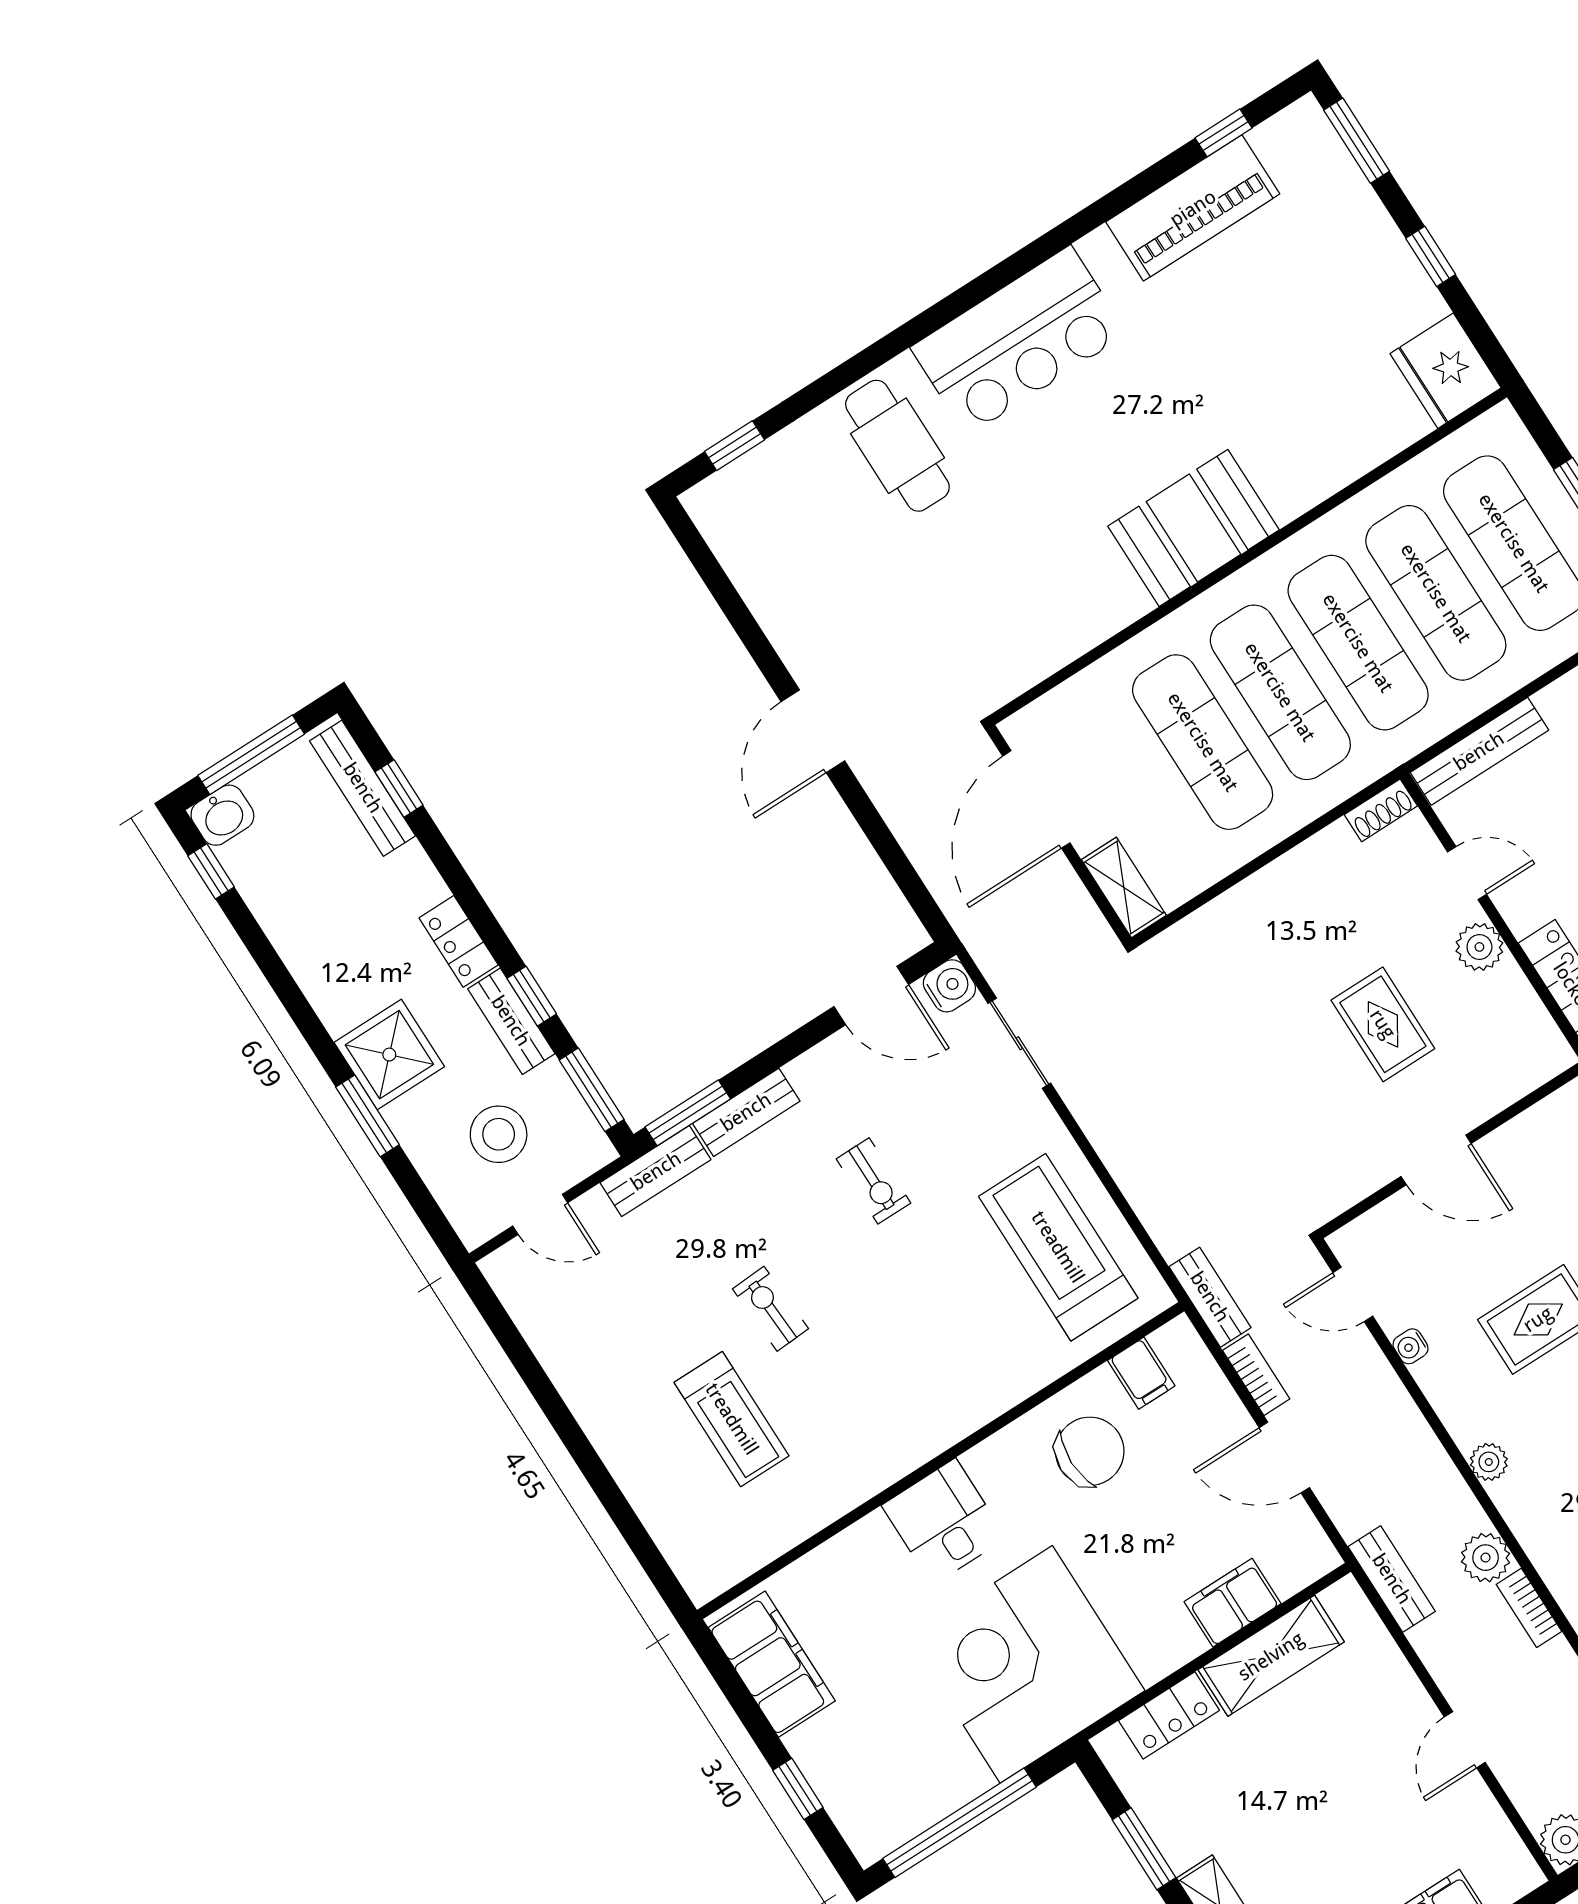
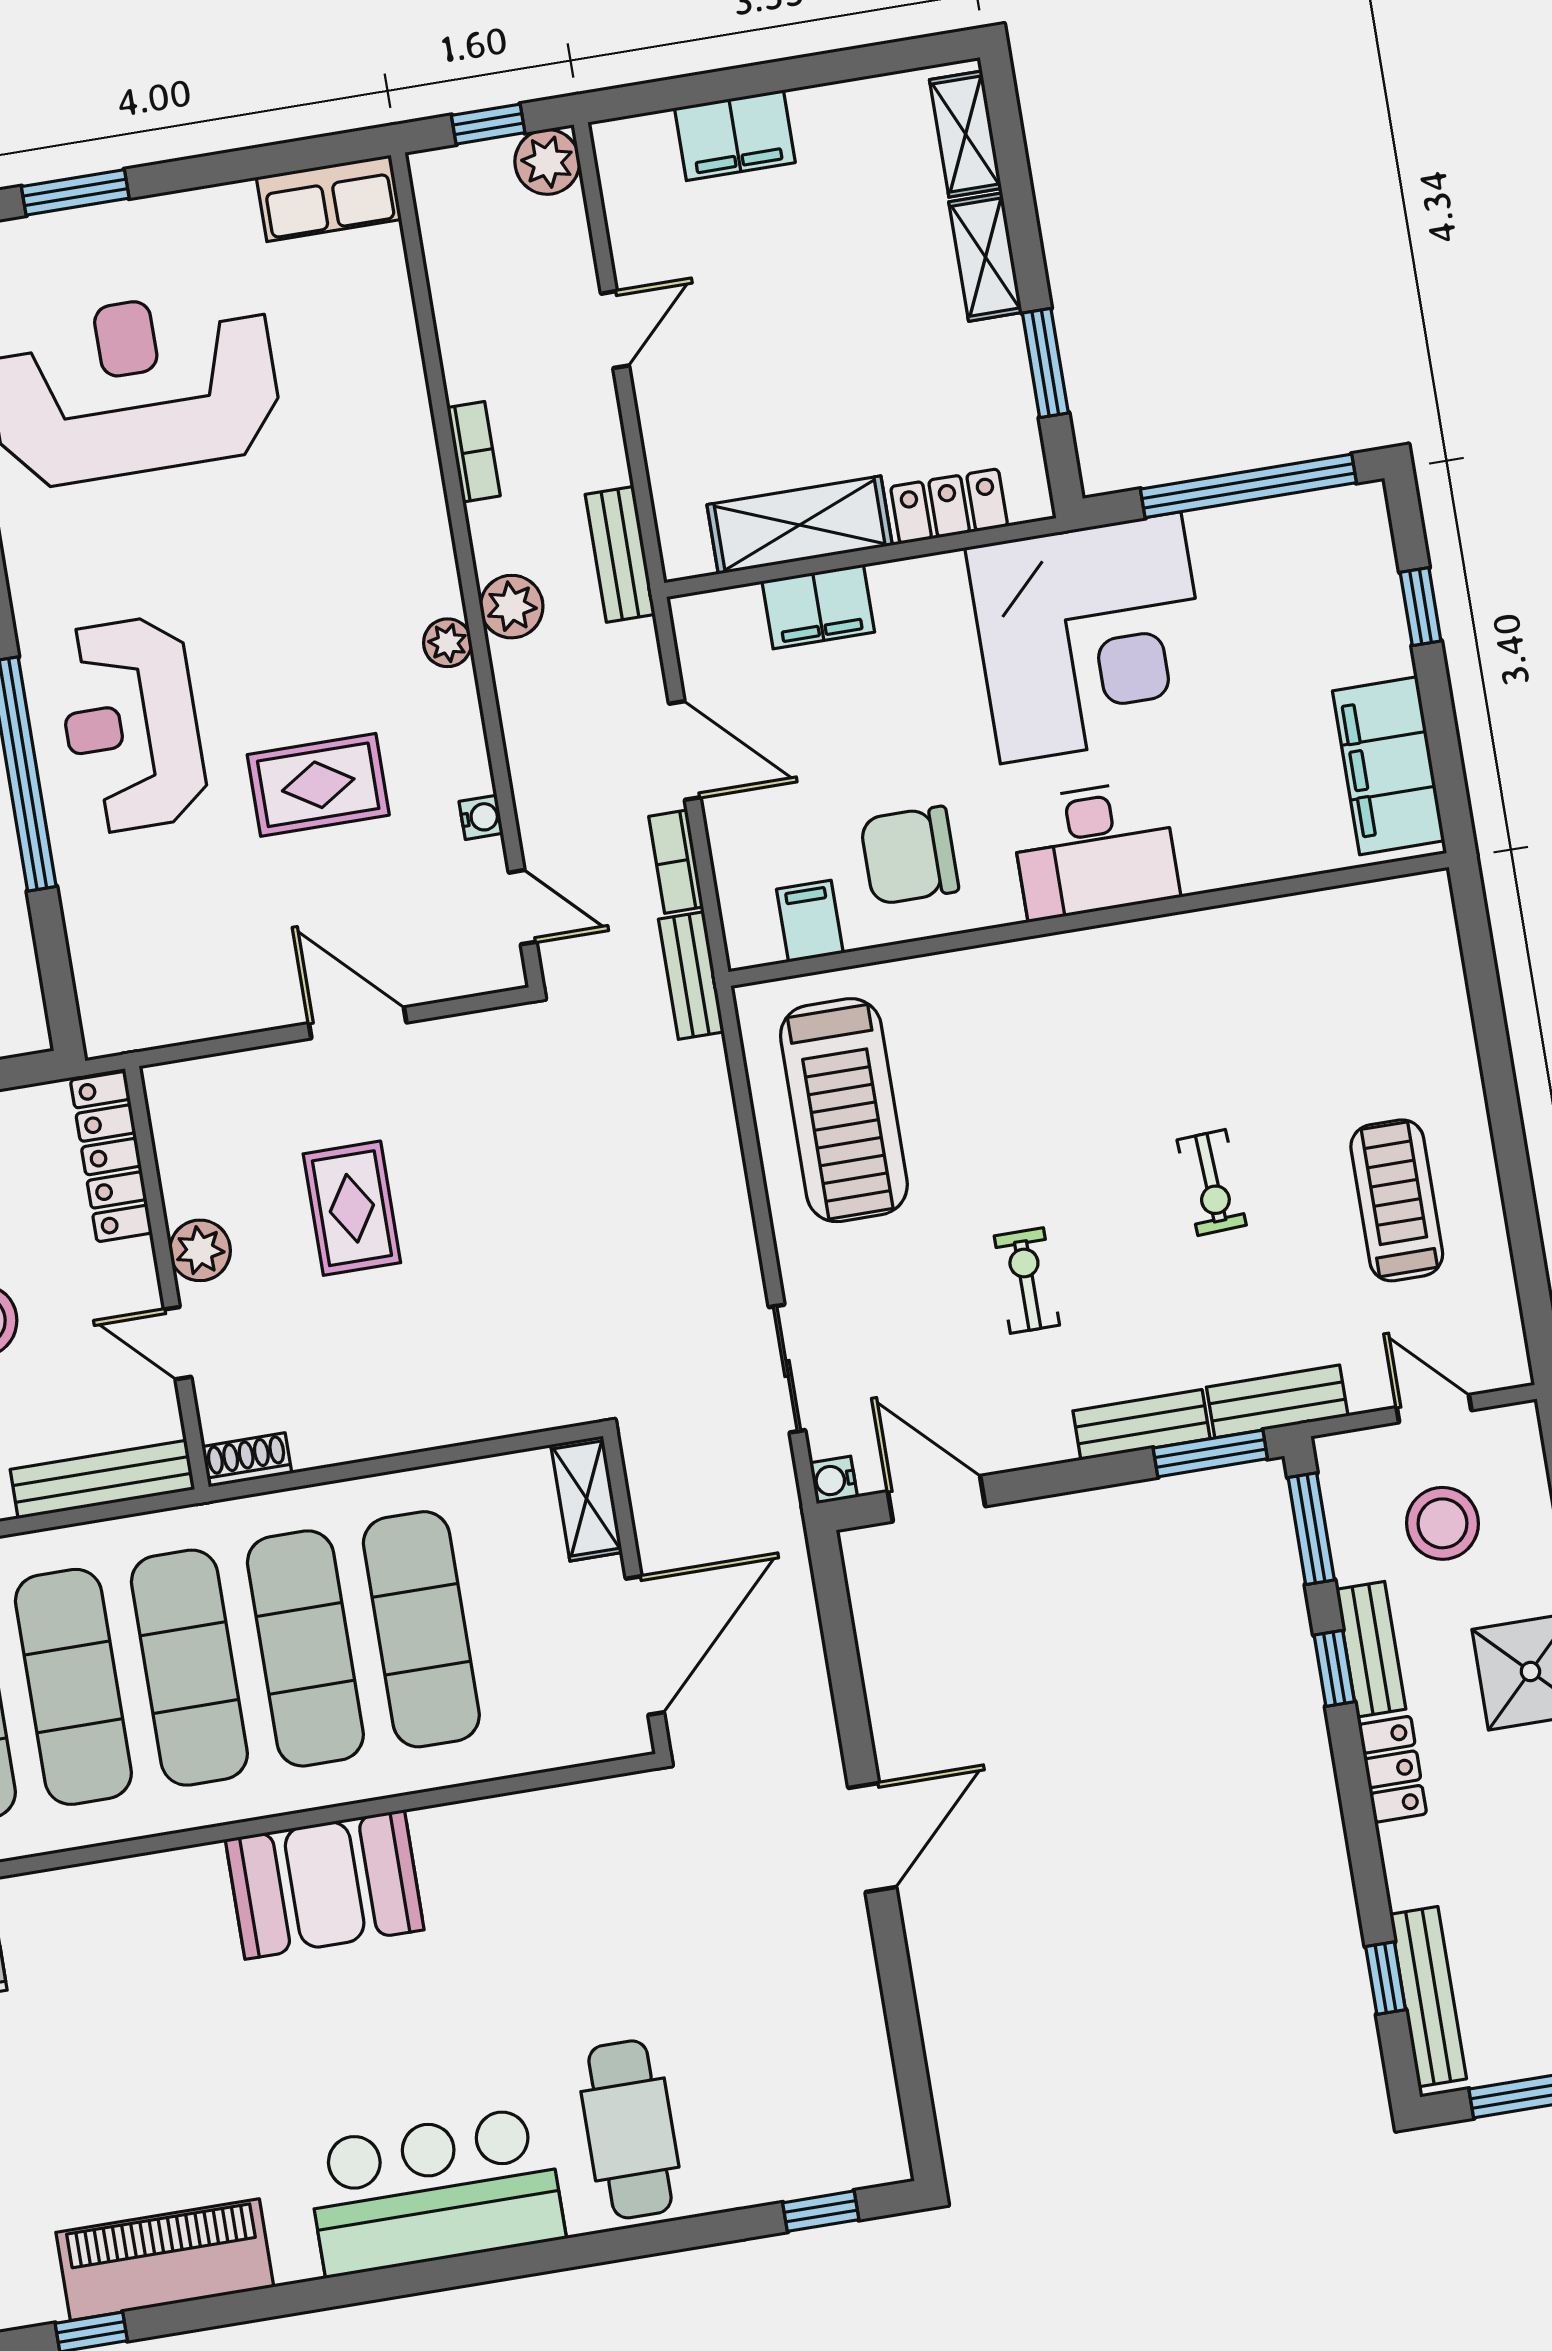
water cooler: (949, 986) -> (834, 1480), width x0.72, depth x0.72
treadmill: (732, 1419) -> (1397, 1200), moved
desk: (944, 1522) -> (1095, 850), width x1.37
plant: (1486, 1558) -> (512, 607), moved

